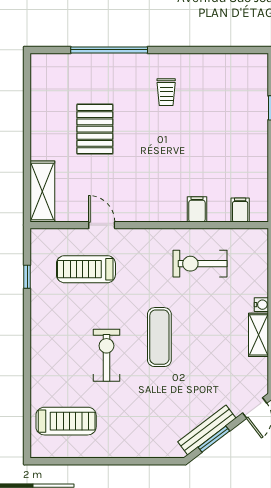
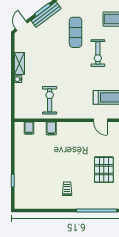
exercise bike: (200, 264) -> (50, 100), turned -90
exercise mat: (159, 337) -> (76, 32), moved

